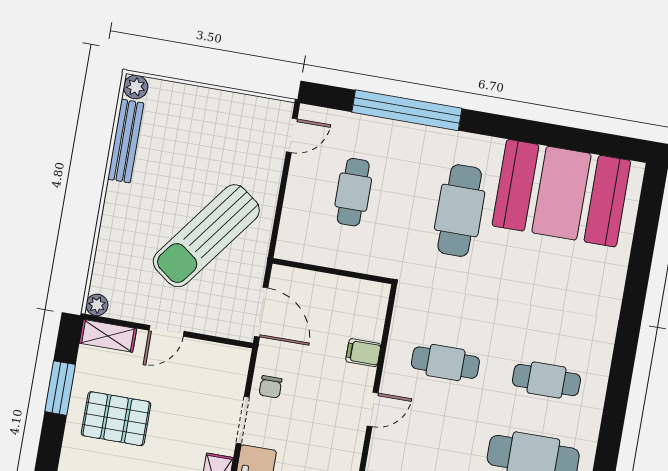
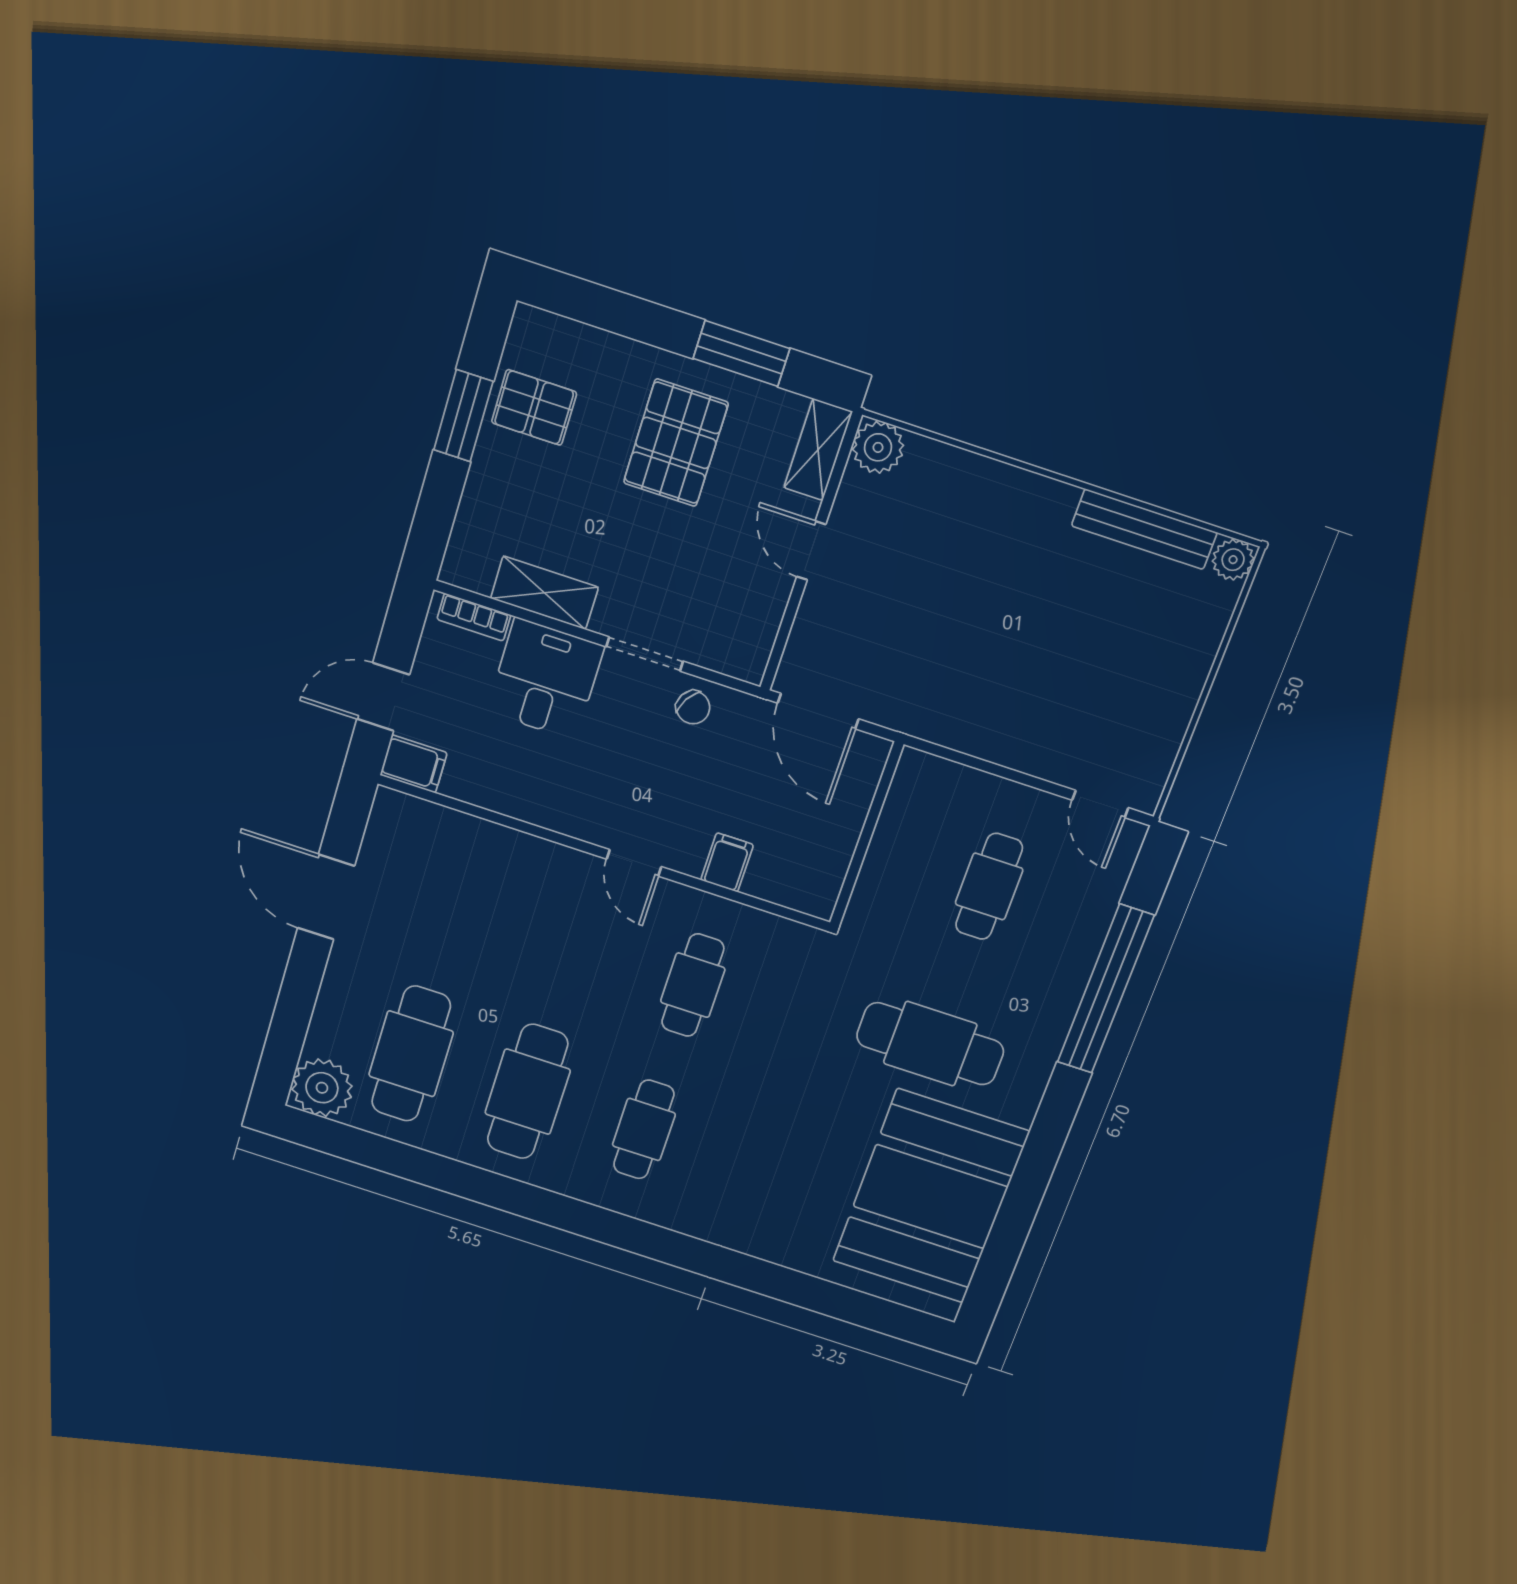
cafe table: (353, 192) -> (989, 886), turned 90
sun lounger: (206, 236) -> (959, 640), removed
plant: (97, 305) -> (878, 447), width x1.38, depth x1.38
door: (261, 312) -> (818, 711), hinge flipped
chair: (270, 387) -> (693, 707), turned -149

